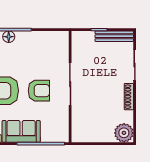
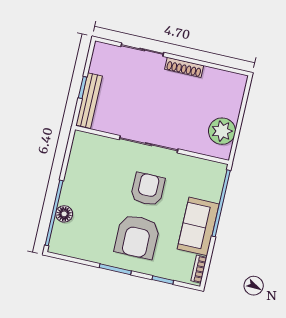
bench: (114, 36) -> (89, 101), moved
plant: (124, 133) -> (222, 131), moved

